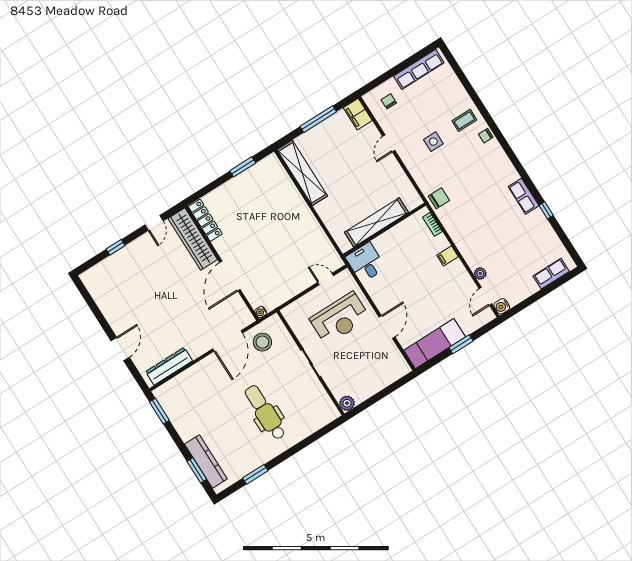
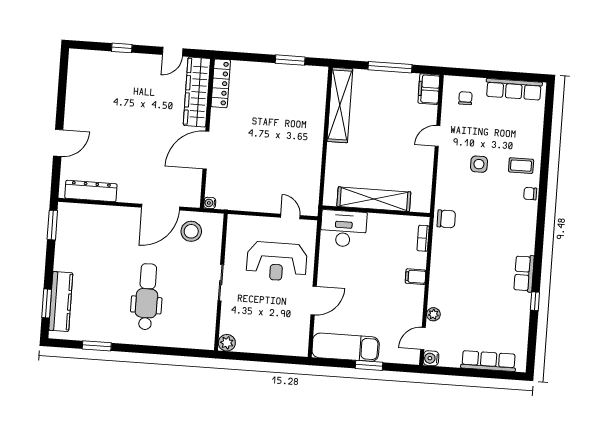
desk: (366, 263) -> (343, 229), width x1.37
row of seats: (551, 274) -> (488, 361), width x1.48

